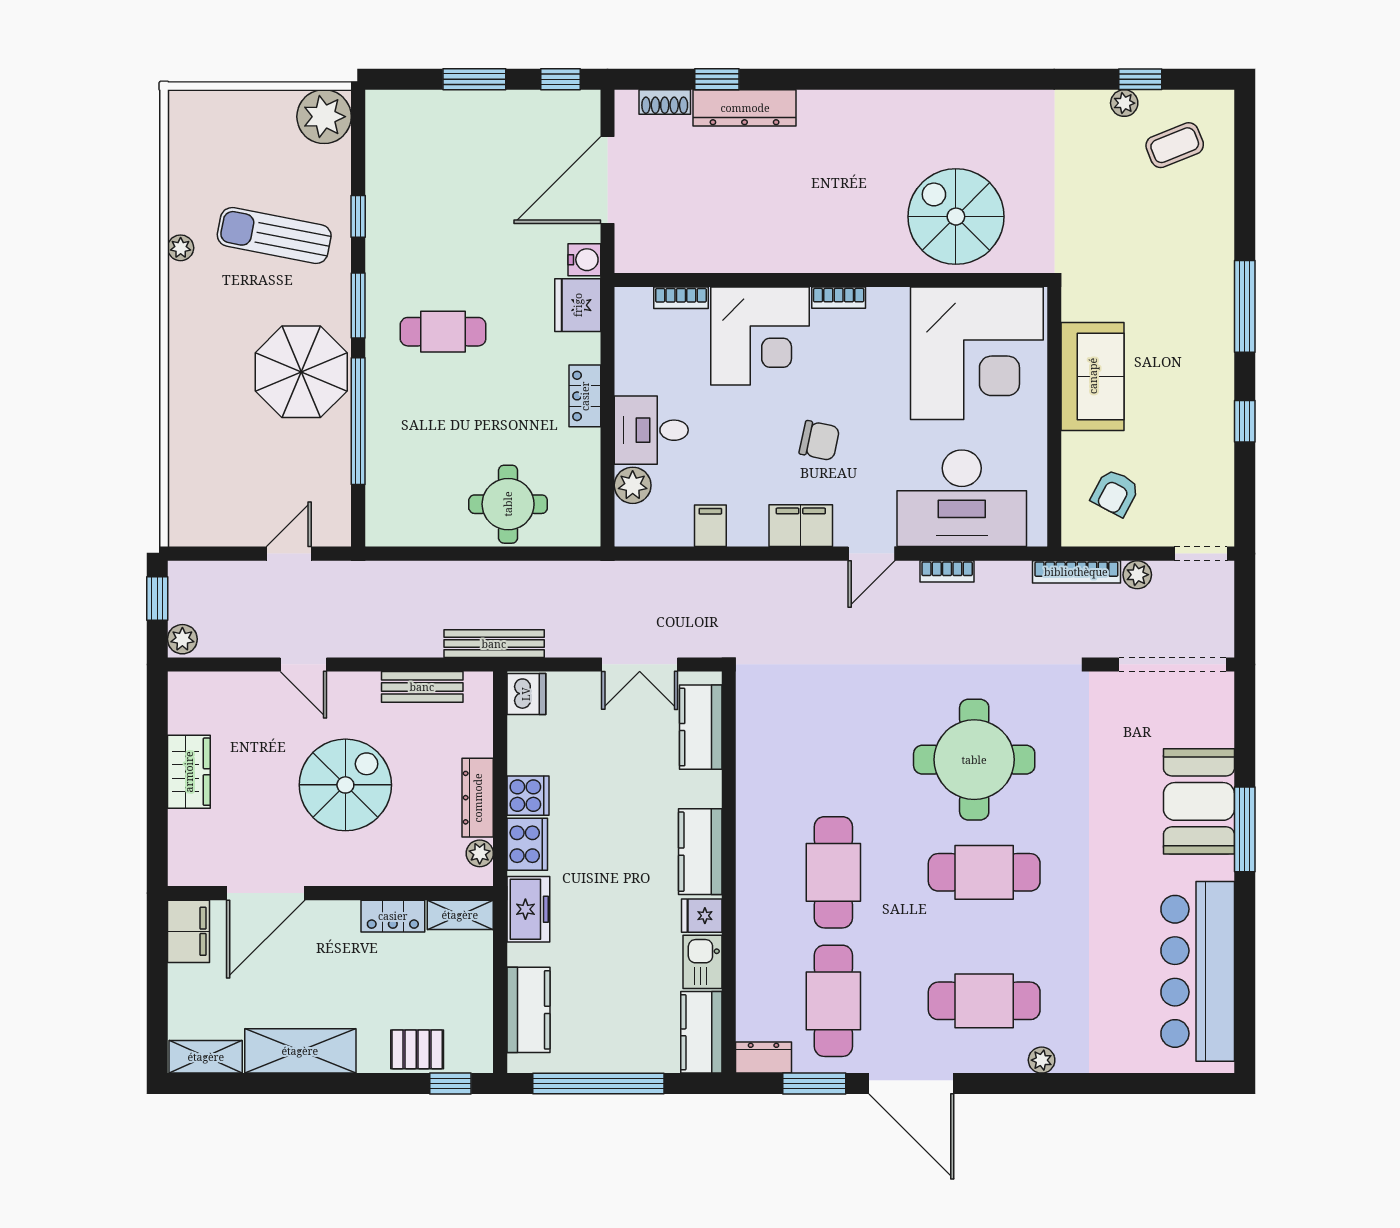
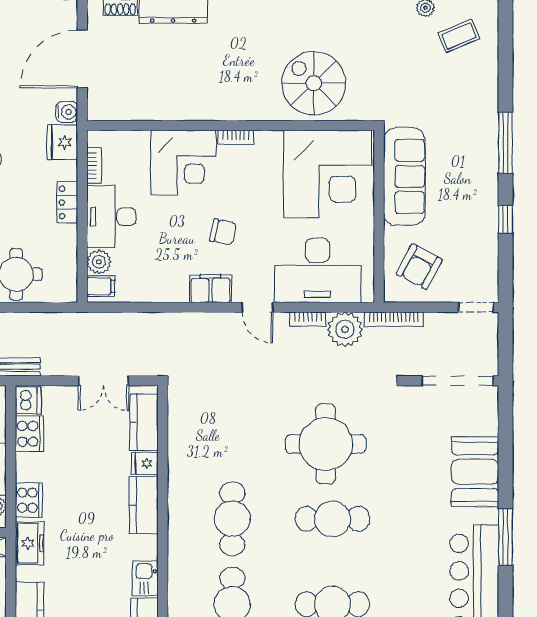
bookcase: (681, 298) -> (94, 166), moved, turned -90
sofa: (1093, 376) -> (404, 176), width x1.36
desk: (651, 430) -> (111, 217), width x1.37
armchair: (1115, 493) -> (419, 267), width x1.38, depth x1.38
filing cabinet: (710, 526) -> (101, 286), moved, turned 90
door: (871, 554) -> (257, 307), hinge flipped
plant: (1137, 575) -> (345, 329), moved, width x1.87, depth x1.87
cooker: (528, 796) -> (29, 434), moved, width x1.36
window: (1245, 829) -> (505, 537), moved
fridge: (702, 916) -> (145, 463), moved

